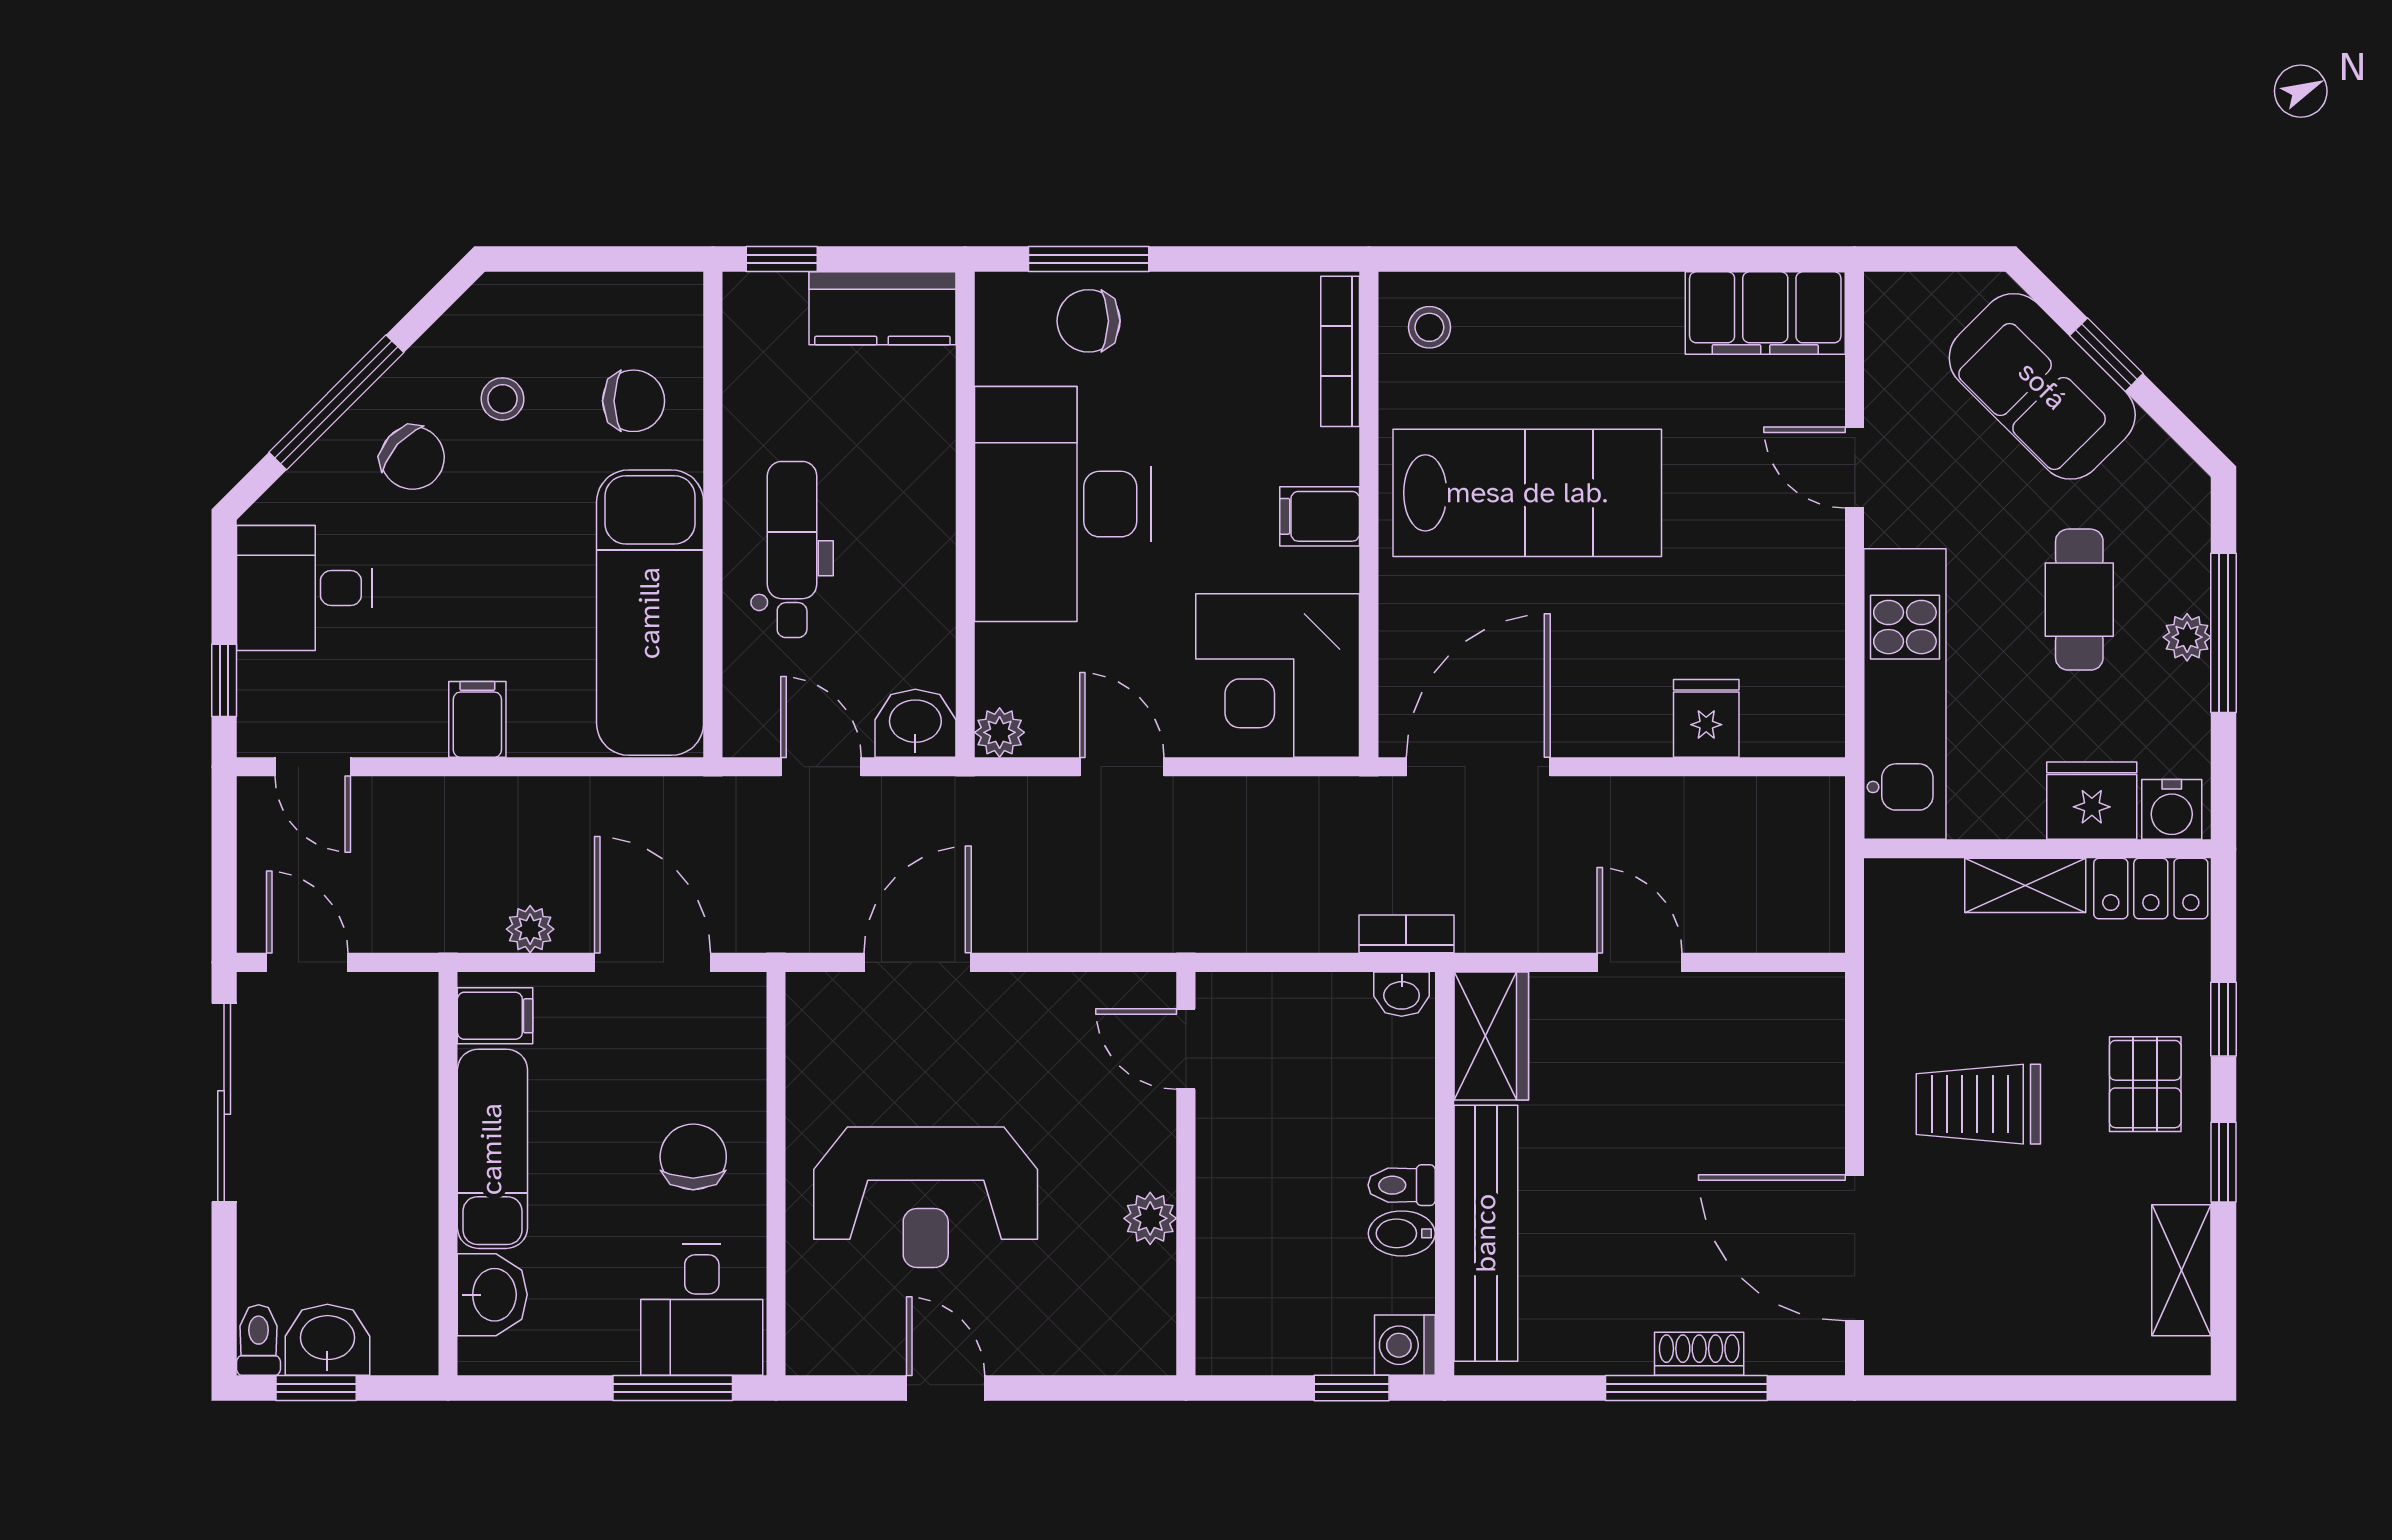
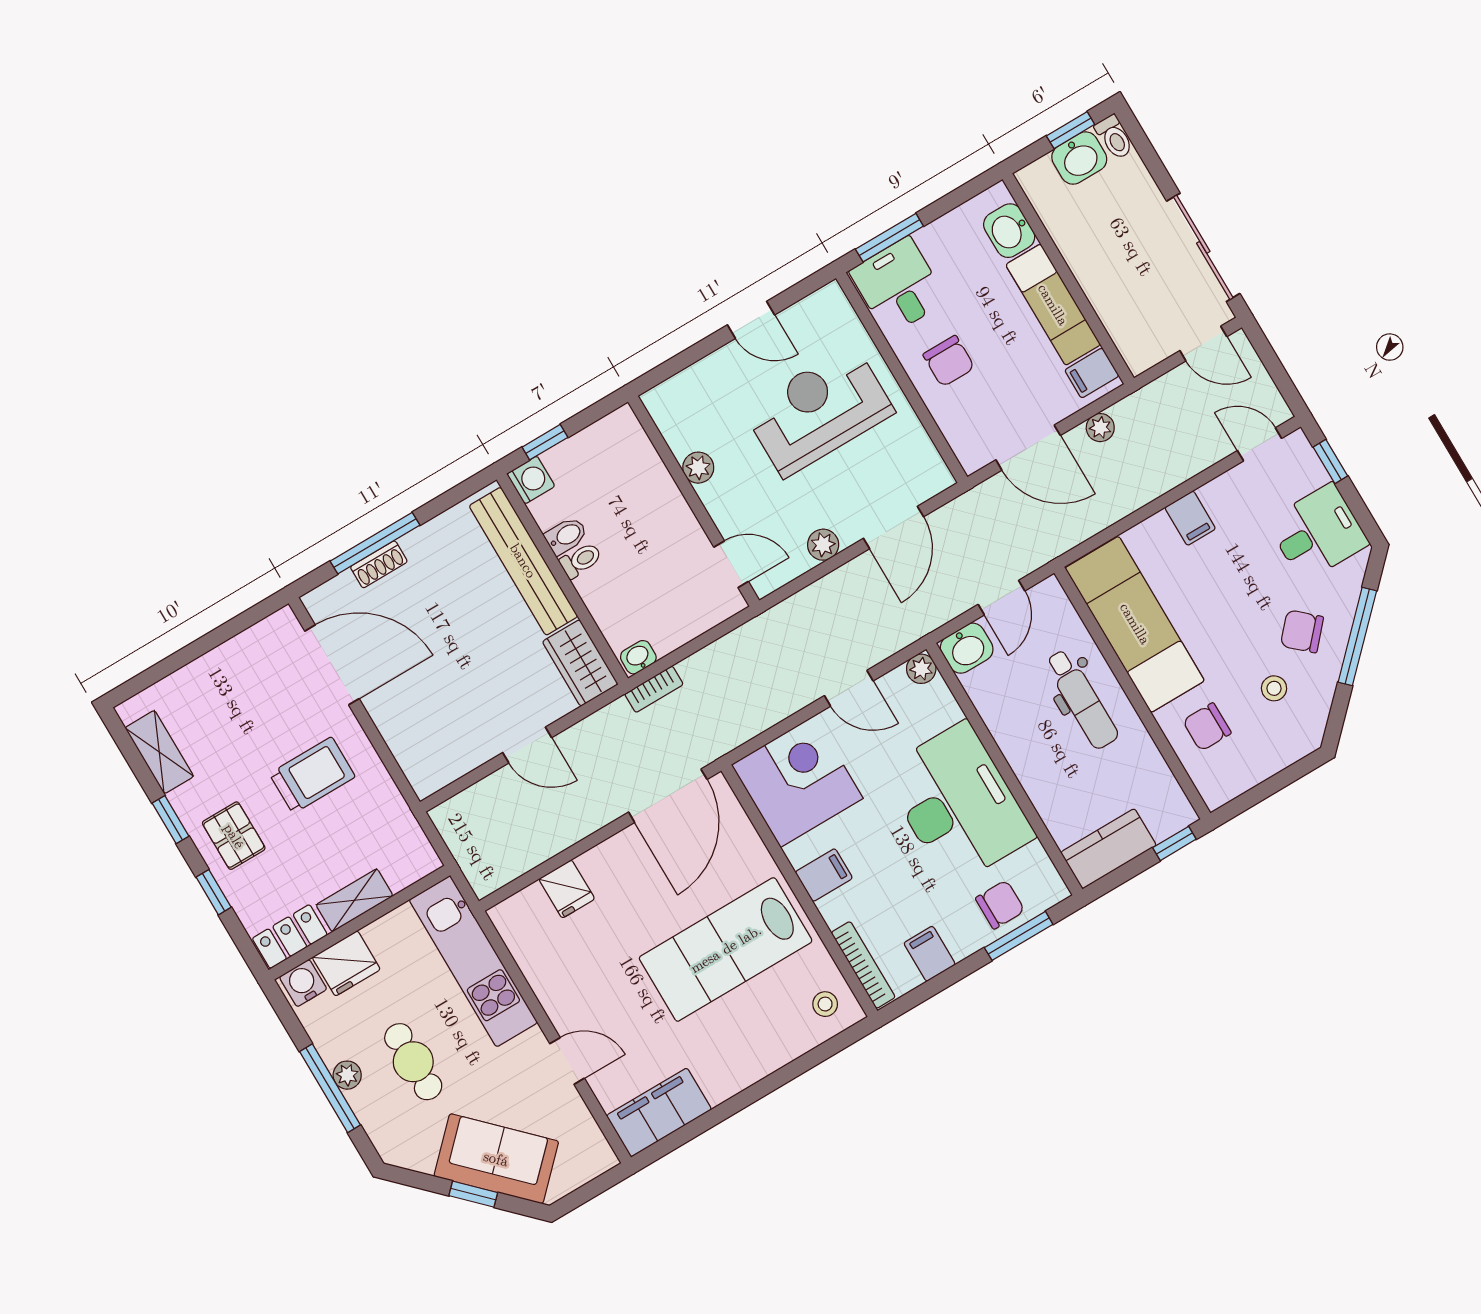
filing cabinet: (1234, 310) -> (930, 954), added
door: (821, 767) -> (1001, 598), hinge flipped
plant: (1035, 998) -> (823, 545), added

